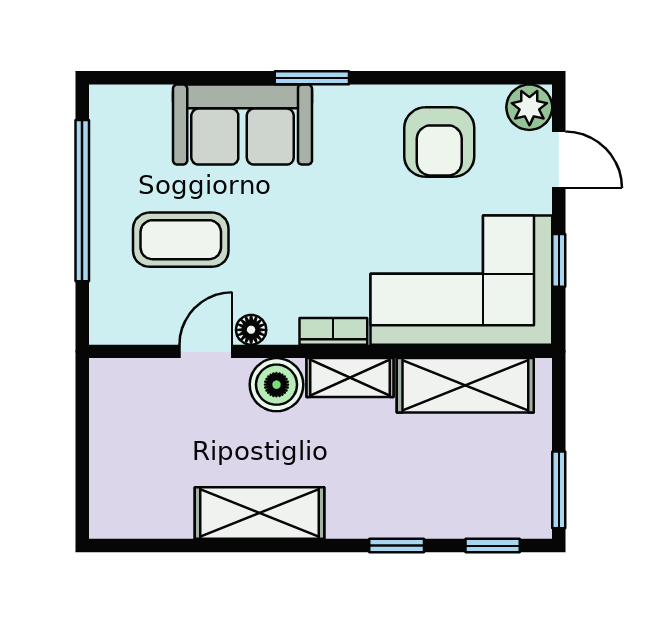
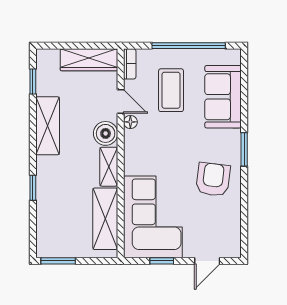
plant: (529, 107) -> (231, 248), removed
sofa: (243, 125) -> (223, 97), moved
armchair: (439, 142) -> (213, 179), moved, turned 97
bookcase: (333, 331) -> (130, 64), moved
wardrobe: (113, 421) -> (89, 60), added
window: (493, 546) -> (33, 82), moved

